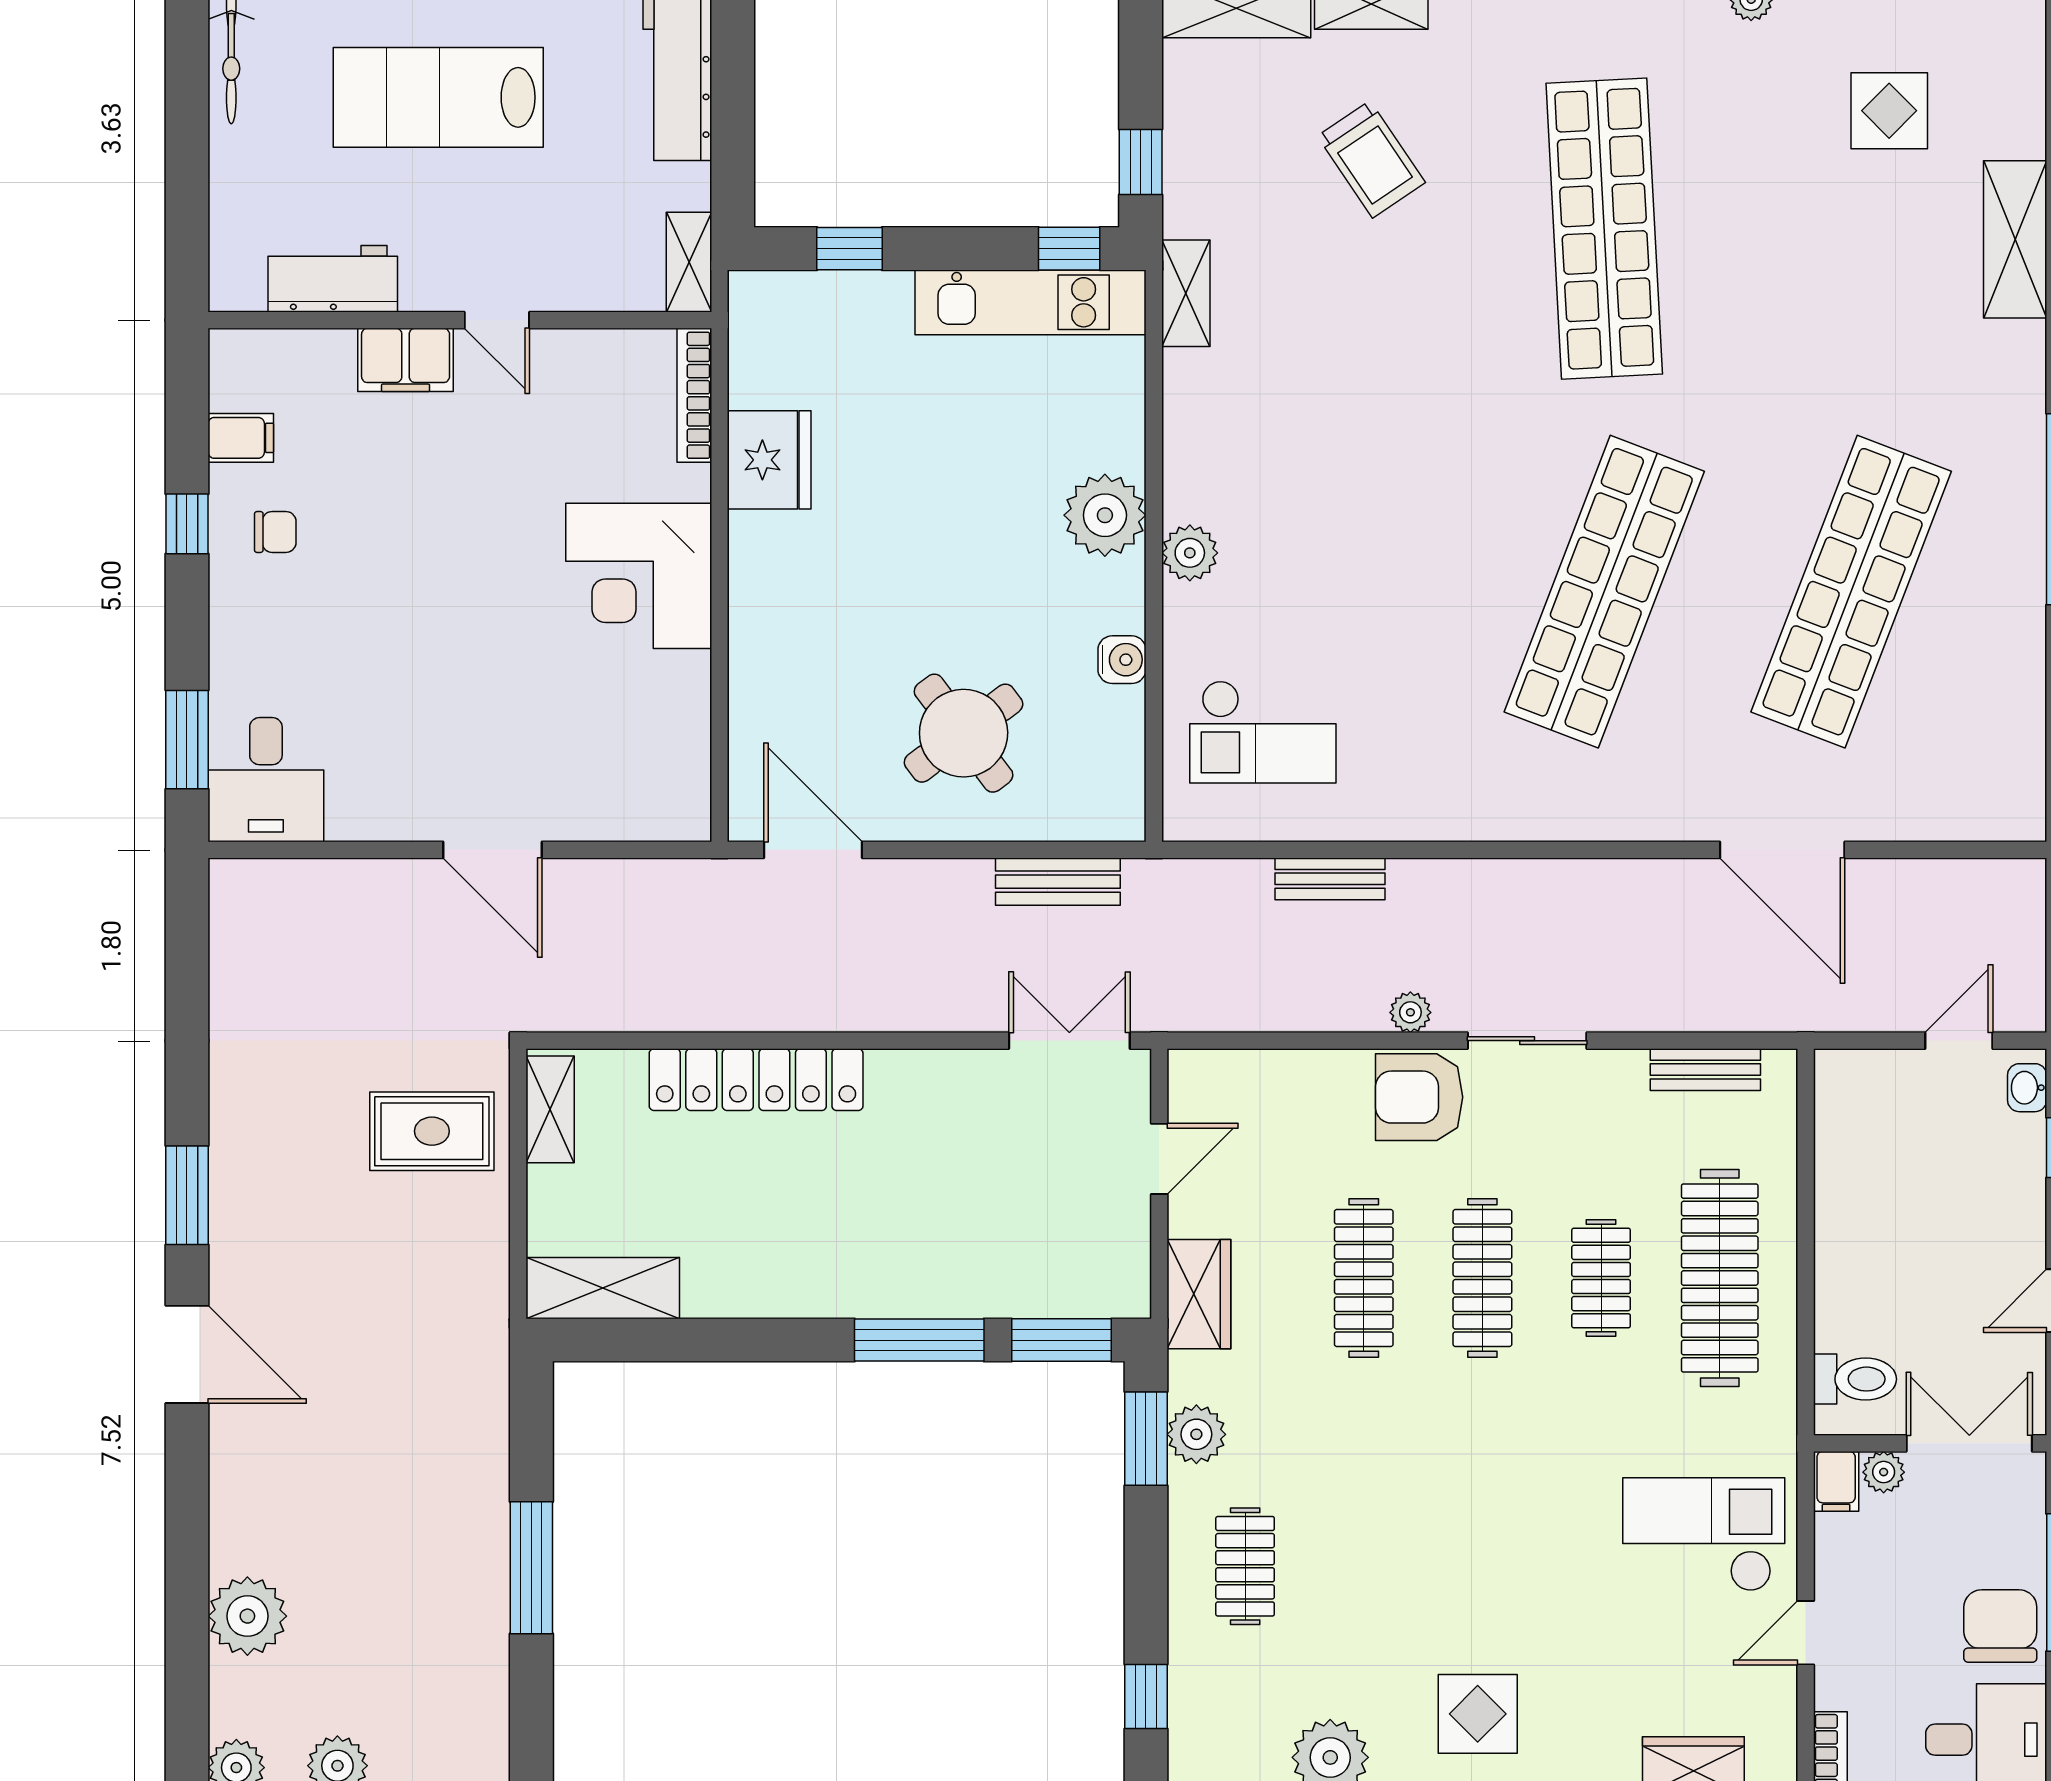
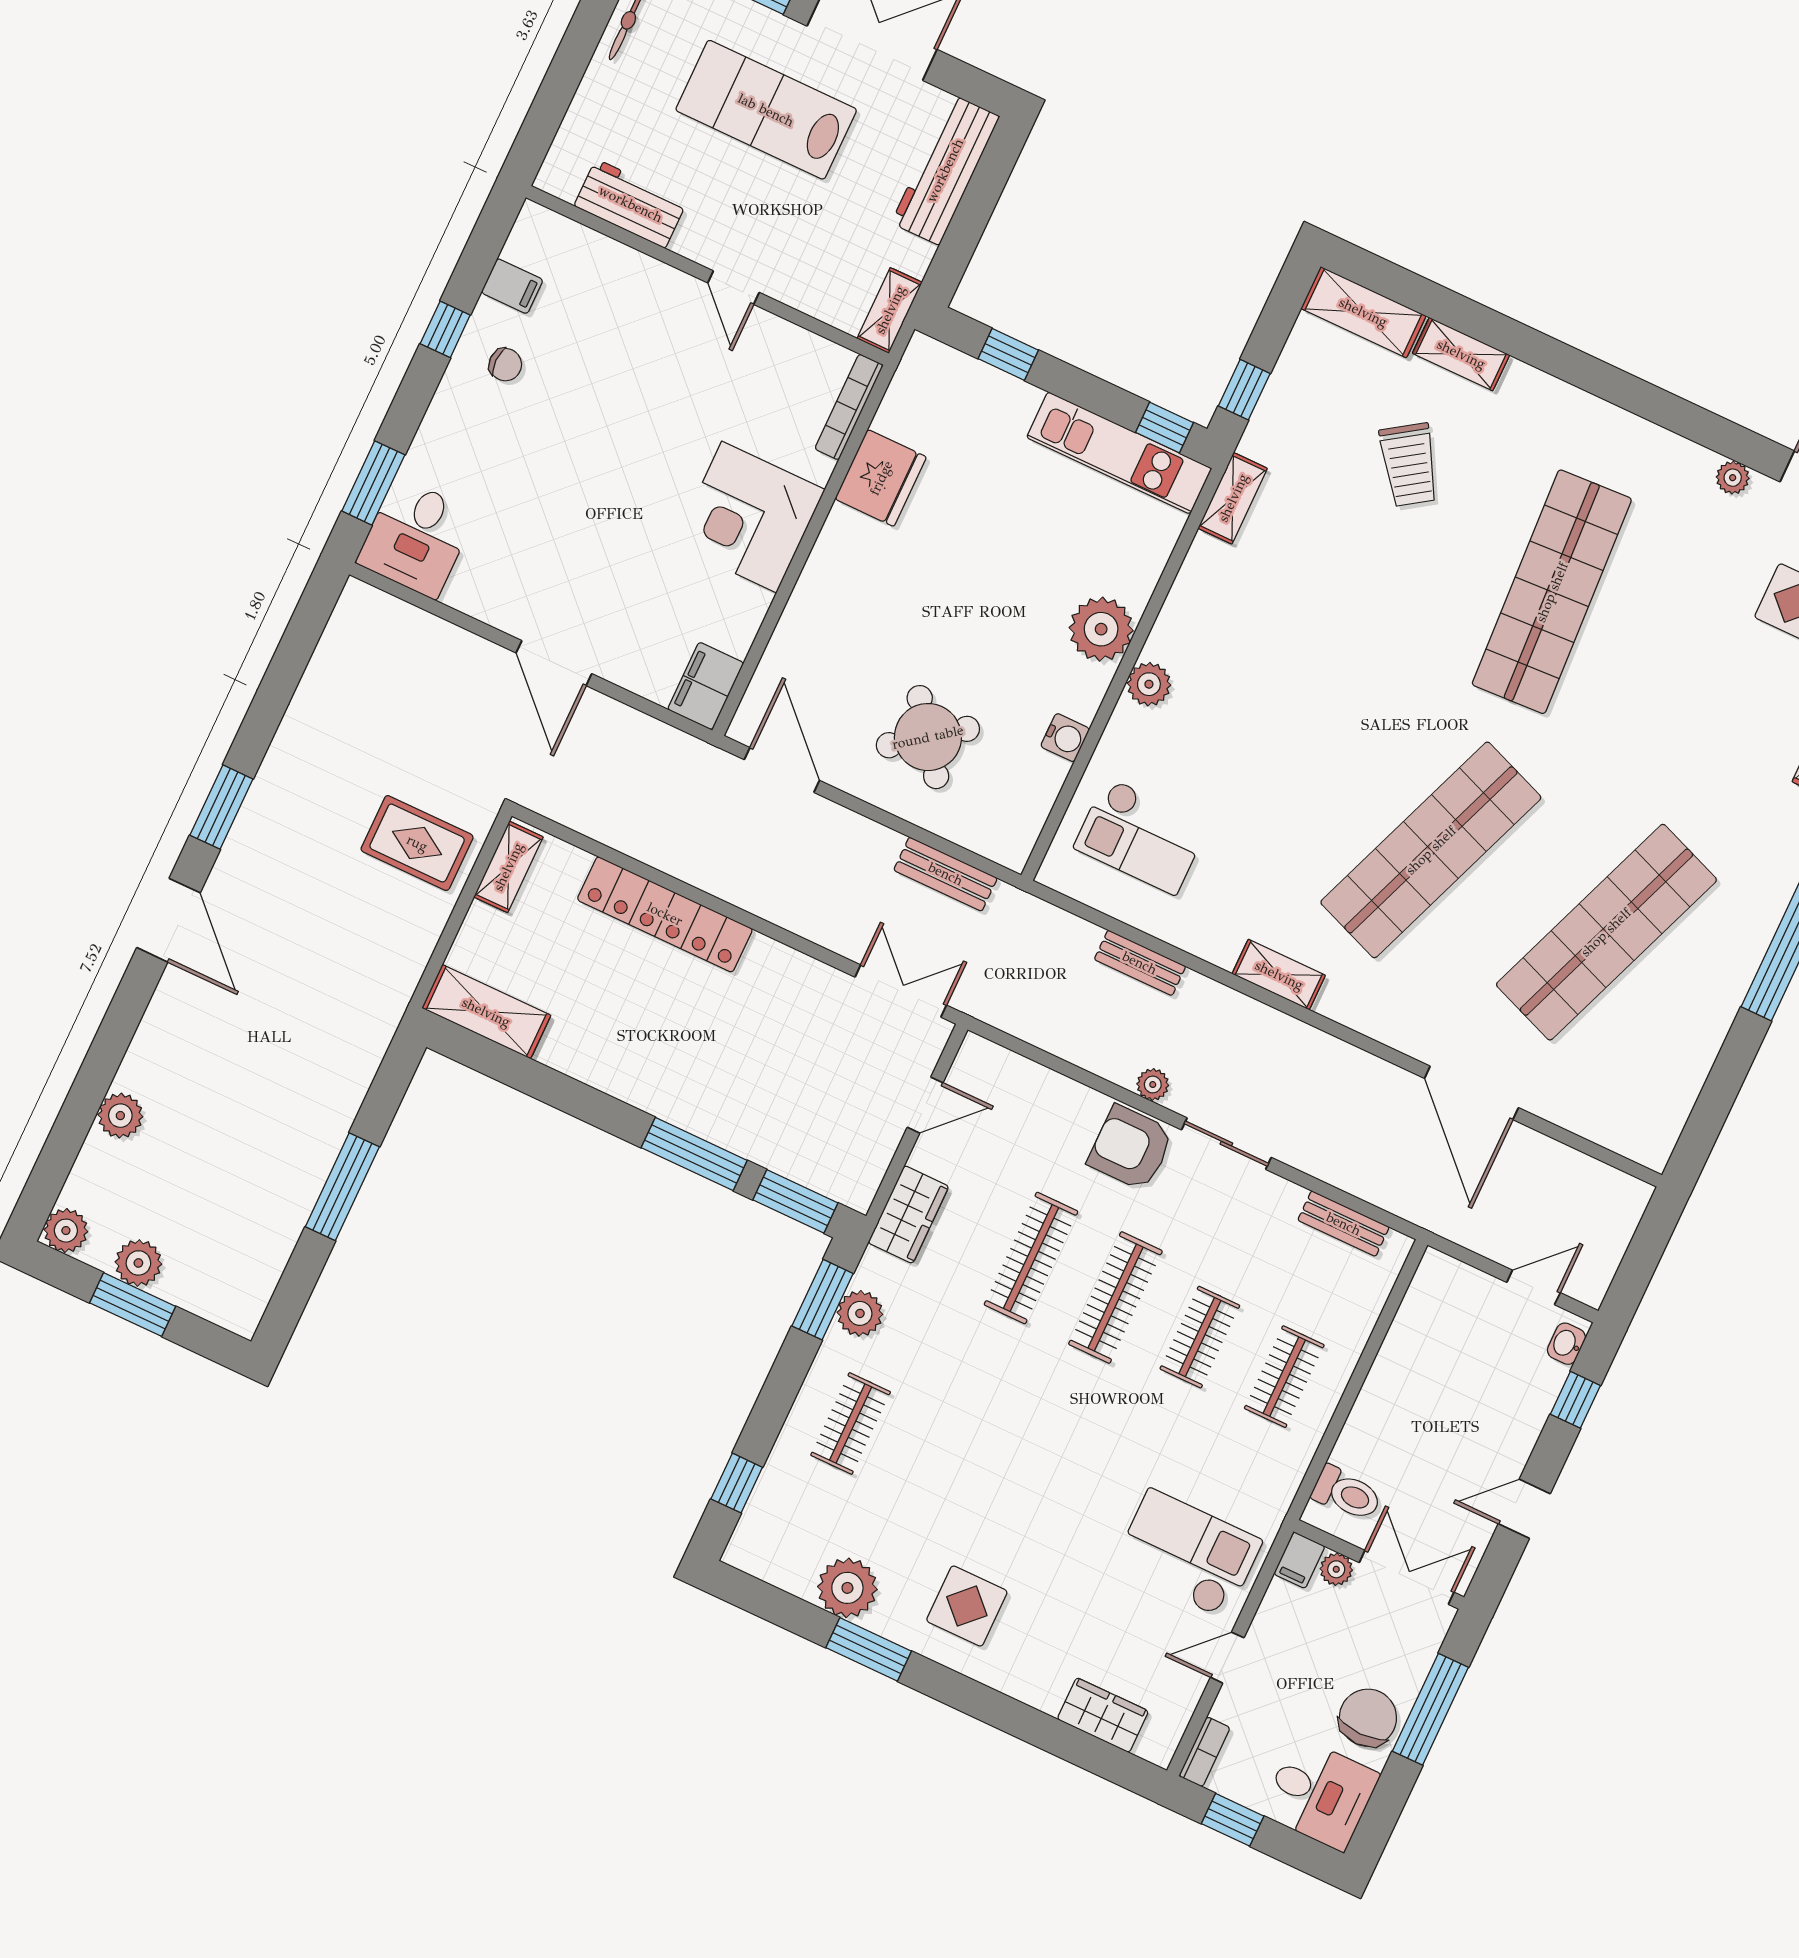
filing cabinet: (406, 360) -> (706, 686), moved, turned 90
shelving: (1496, 817) -> (1279, 975), added
clothes rail: (1720, 1278) -> (1284, 1377), width x0.54, depth x0.76
plant: (247, 1616) -> (120, 1116), width x0.73, depth x0.73

